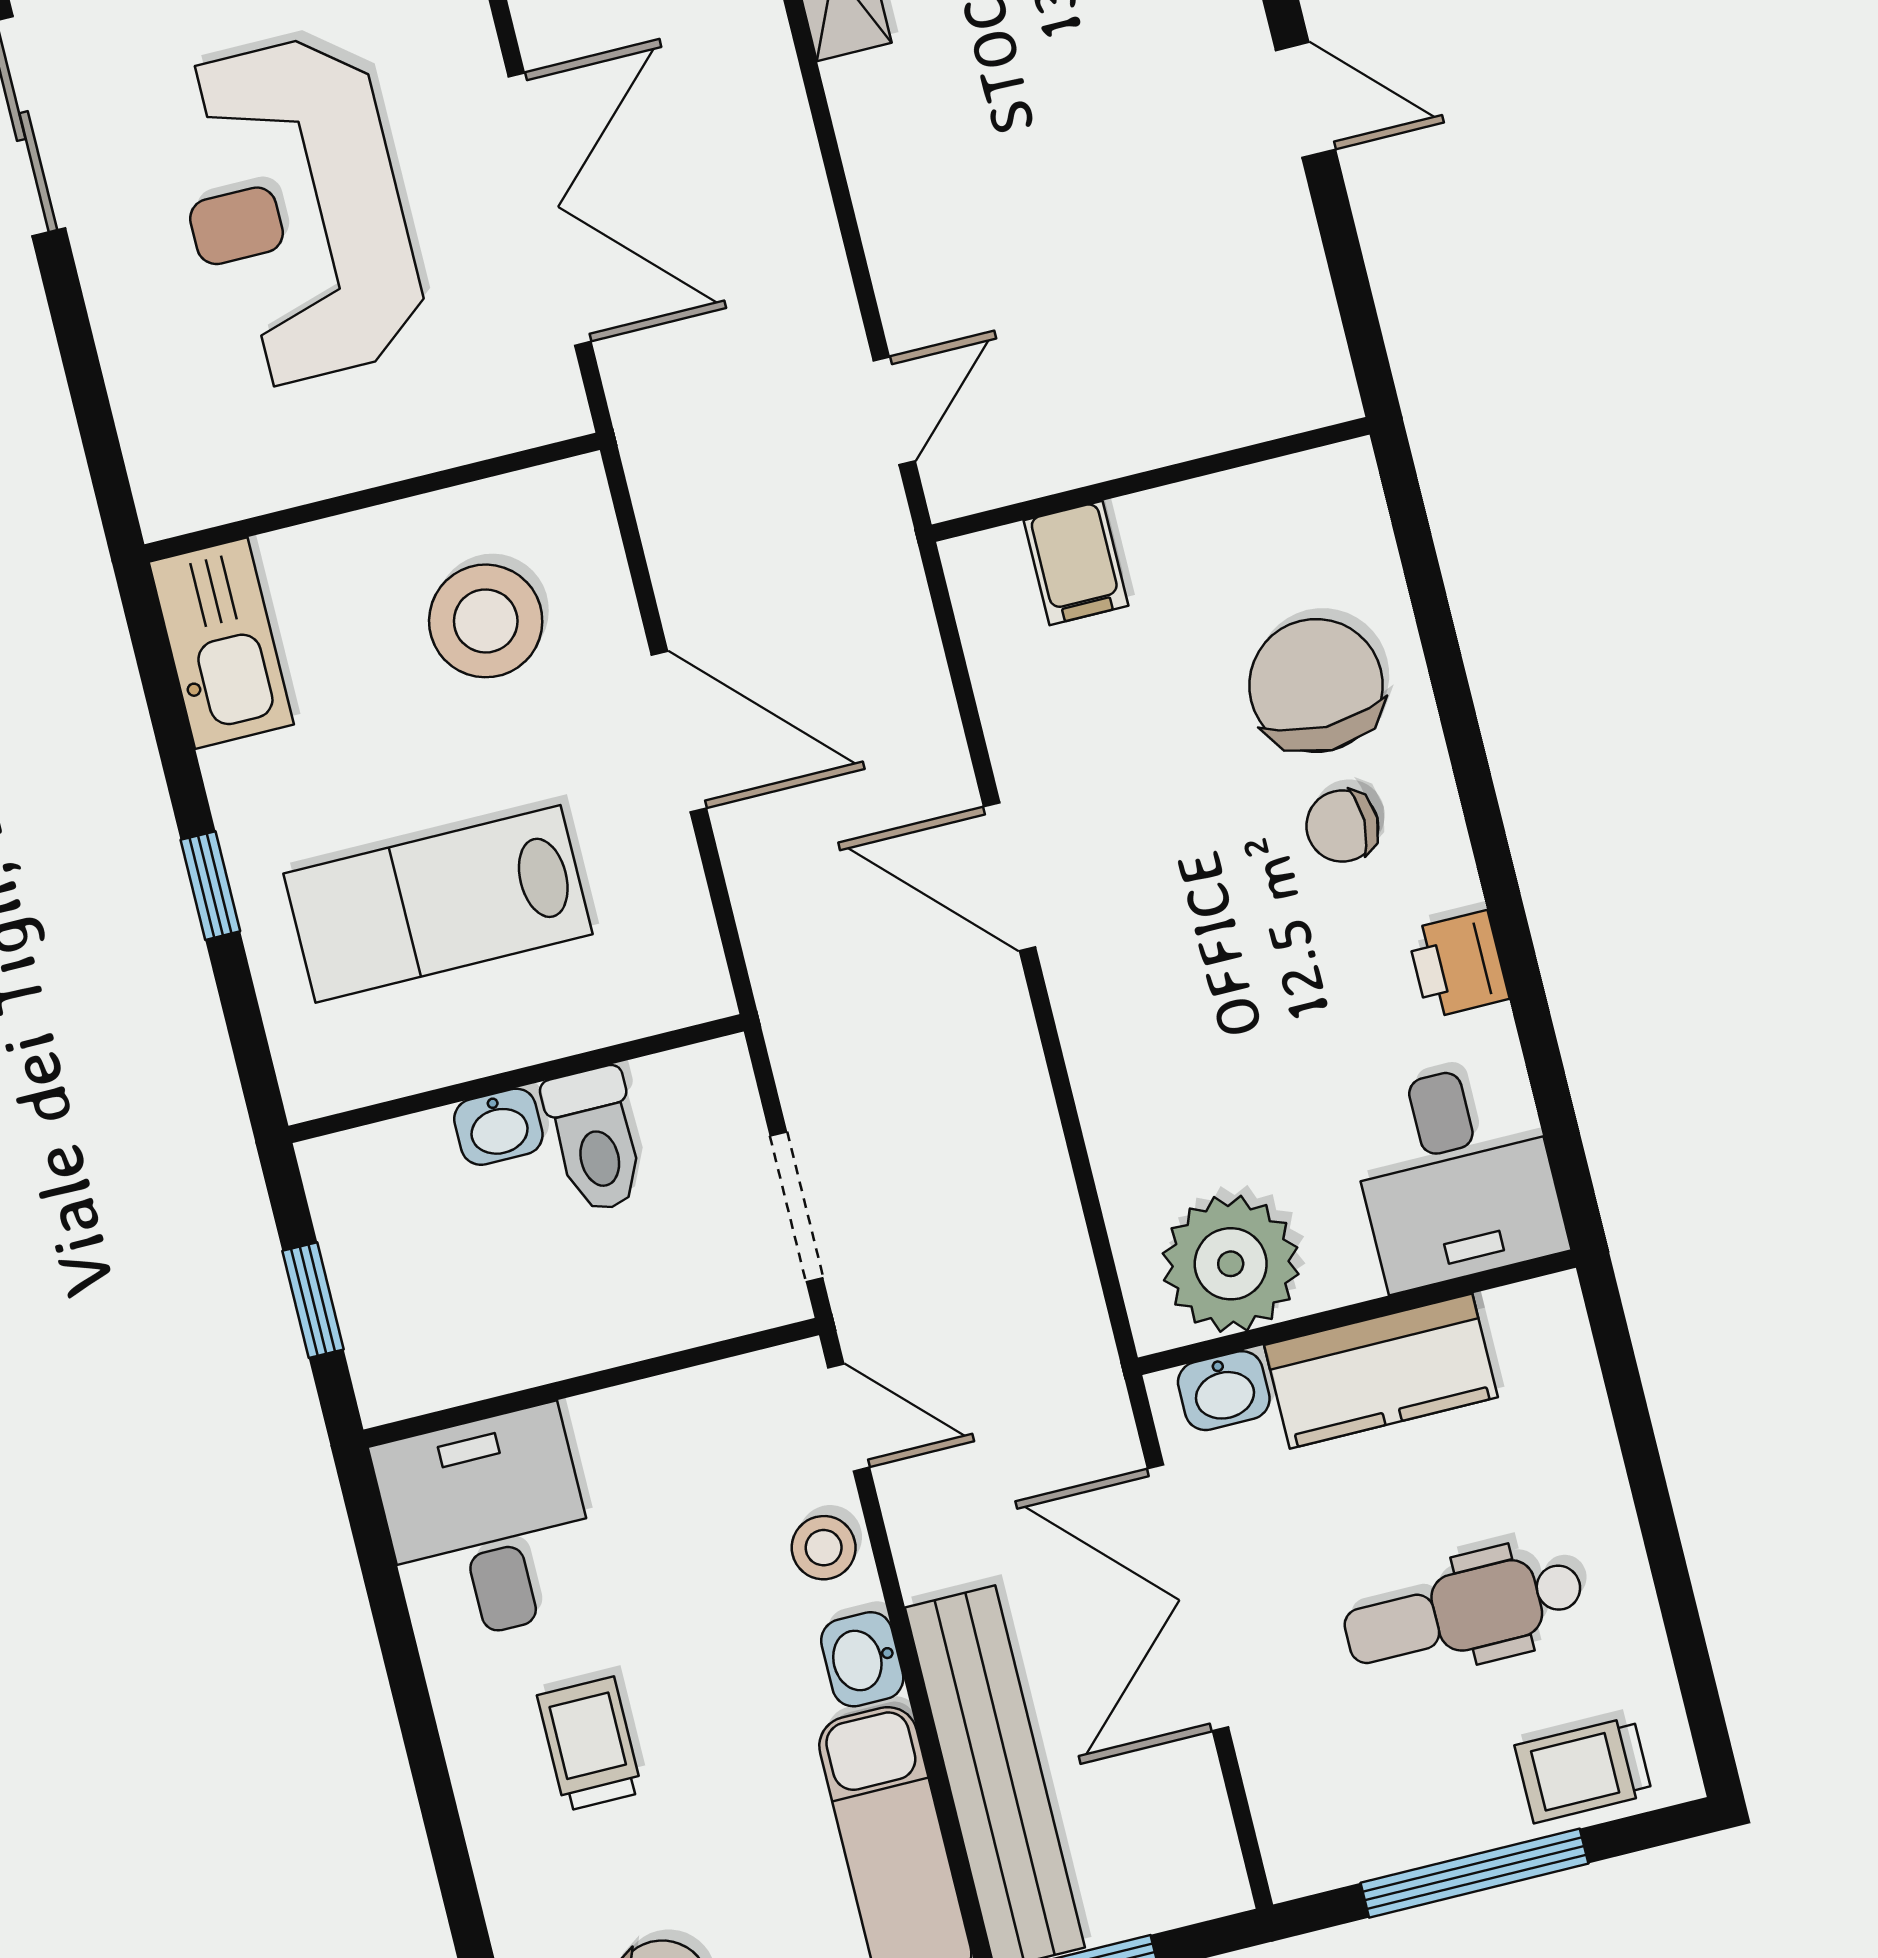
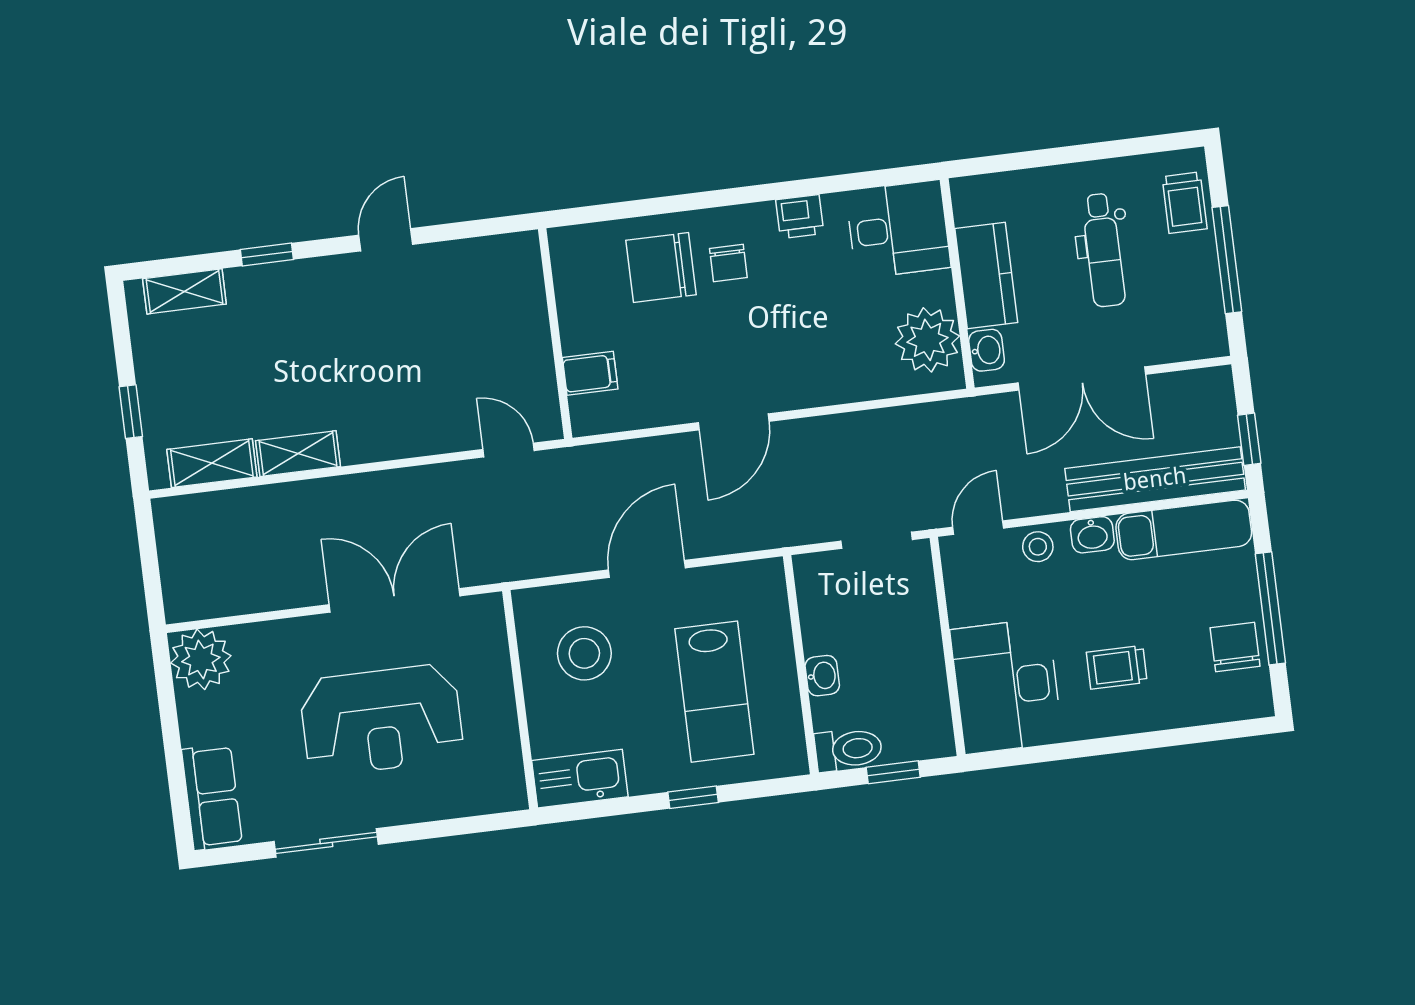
toilet: (595, 1140) -> (848, 749), moved
desk: (487, 1525) -> (1007, 686), width x1.37

